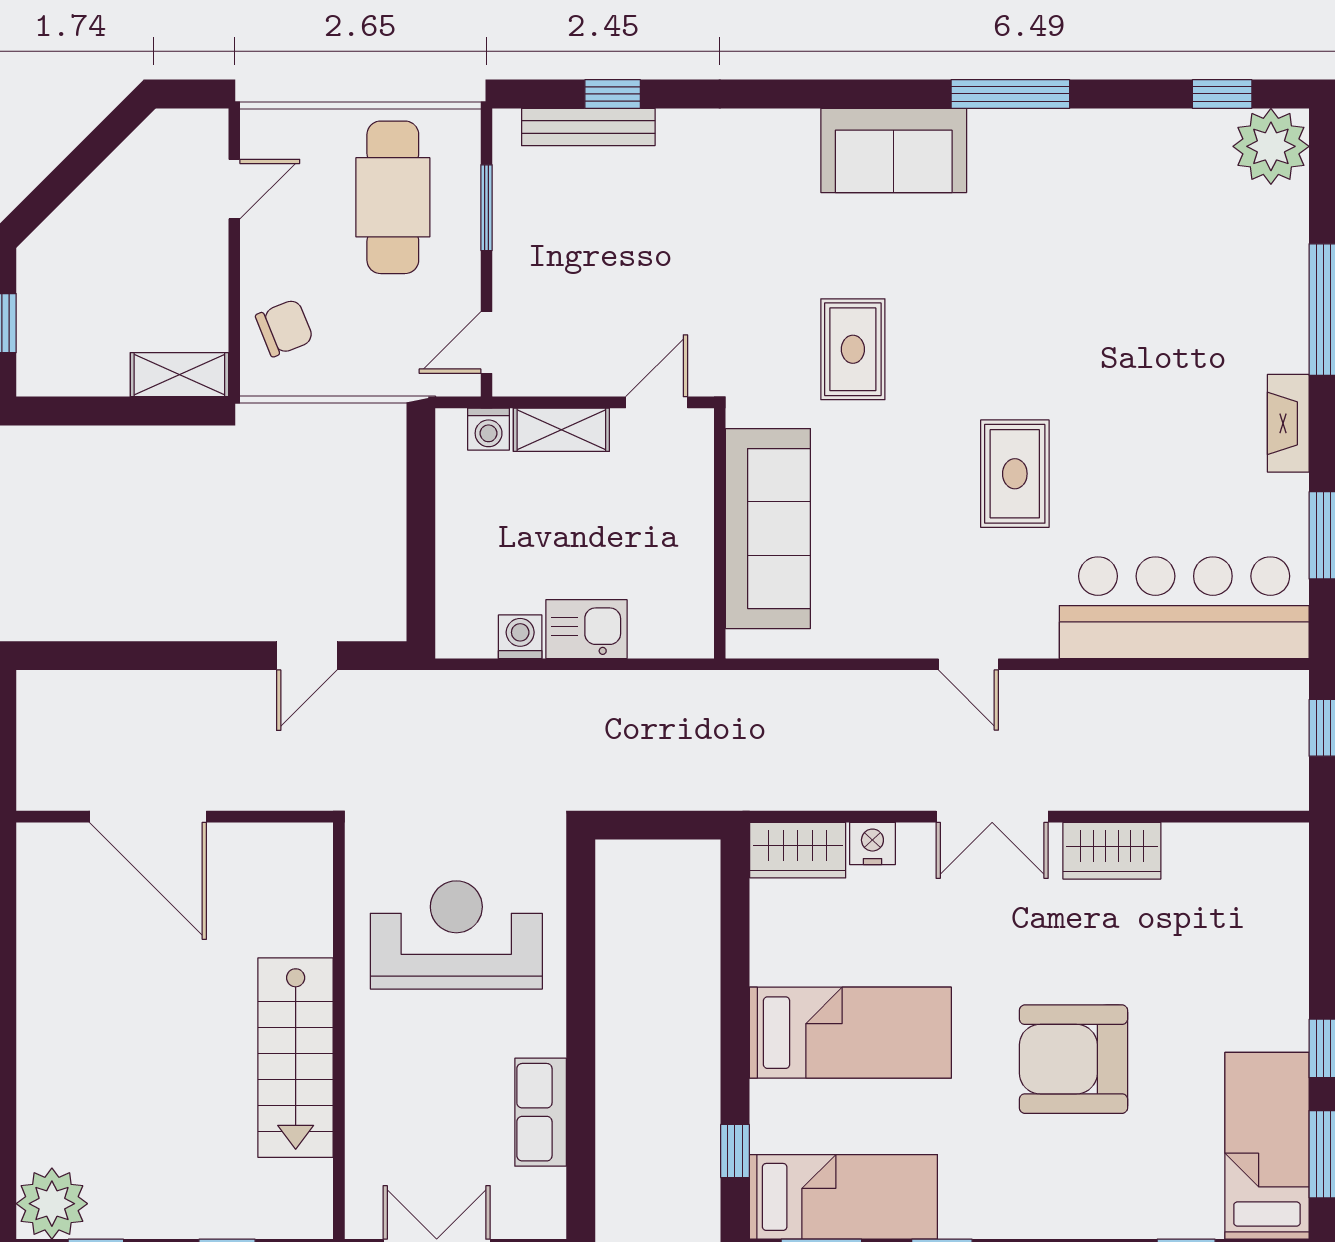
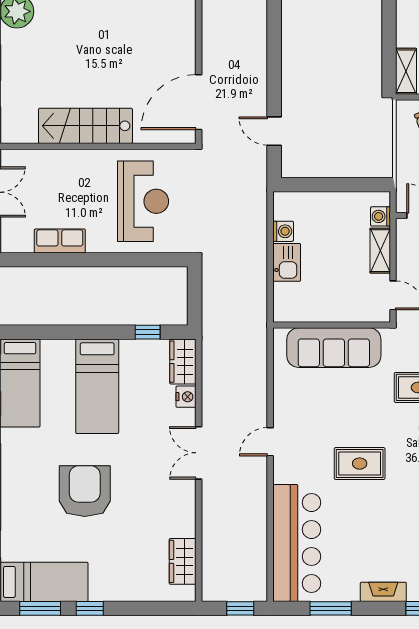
door: (148, 817) -> (199, 102), moved
wardrobe: (1112, 851) -> (183, 561), moved
window: (735, 1151) -> (148, 332), moved

